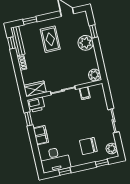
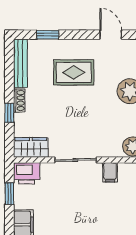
rug: (50, 39) -> (74, 72), turned 90
window: (11, 43) -> (9, 113), moved

